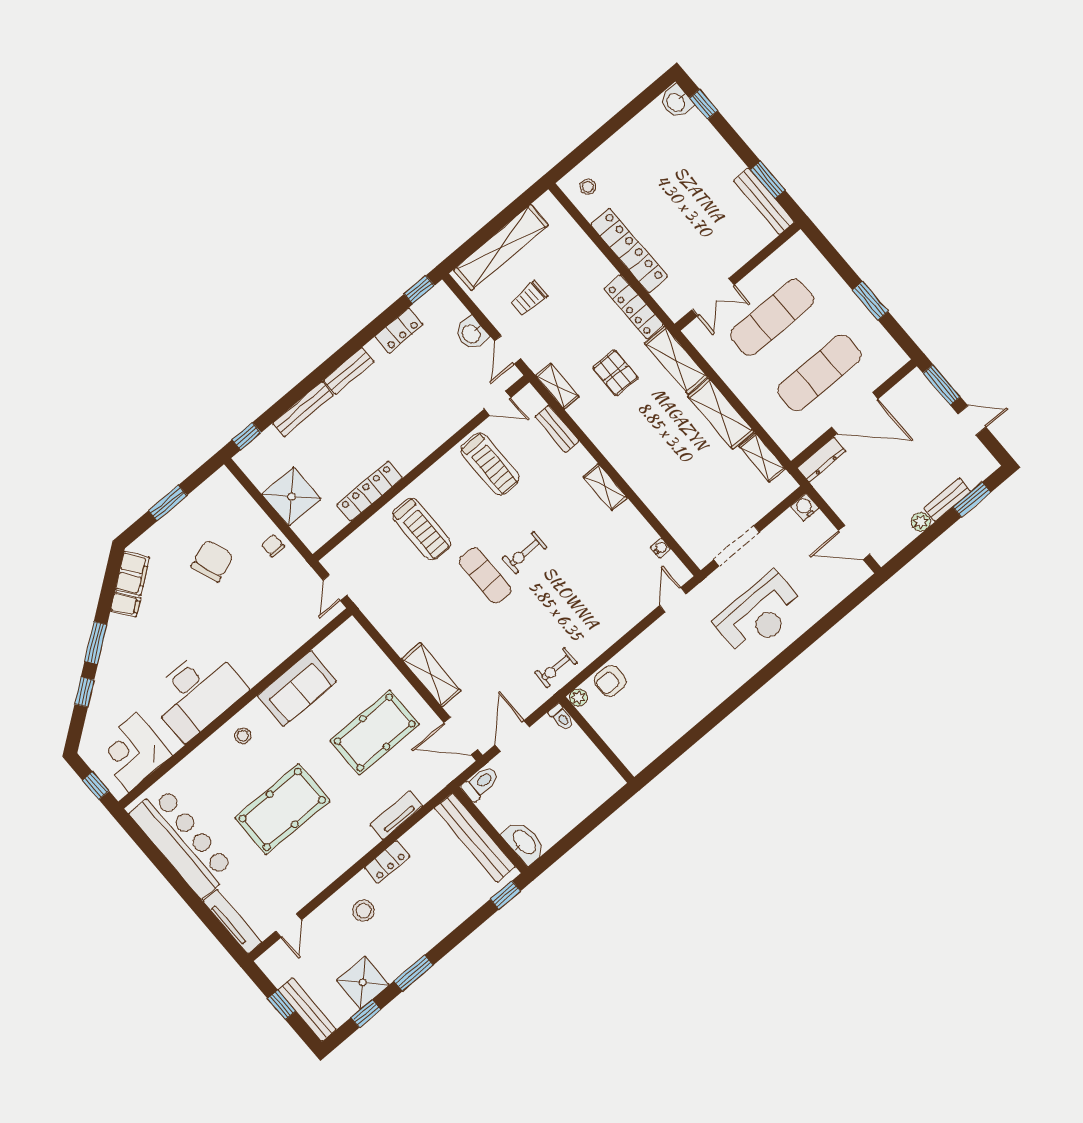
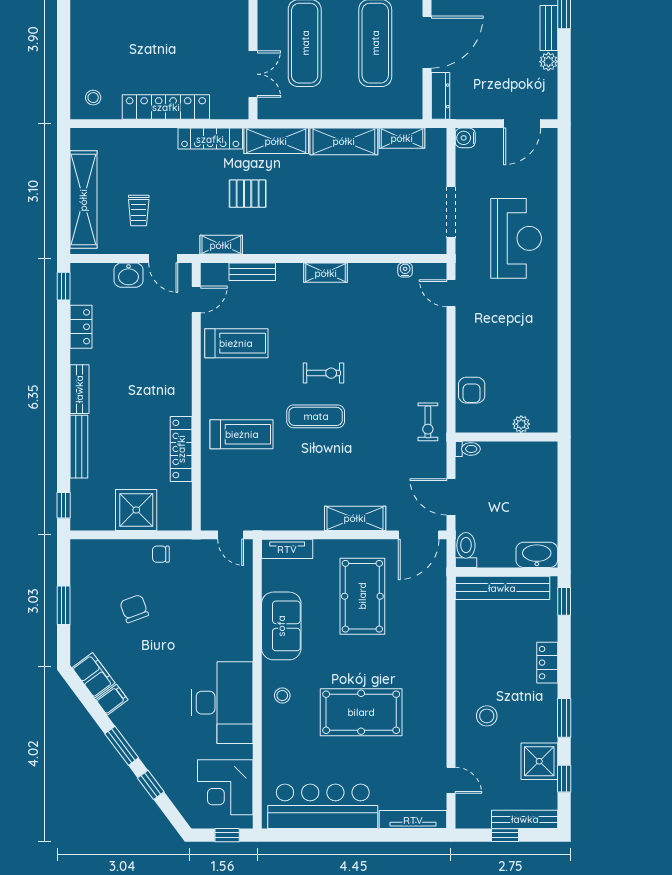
exercise bike: (525, 553) -> (324, 373), turned -90
chair: (212, 561) -> (134, 609), width x0.73, depth x0.73
plant: (578, 697) -> (521, 424), moved
pool table: (282, 809) -> (361, 712), turned 90
tv unit: (396, 815) -> (287, 549), moved, turned -90
locker: (387, 862) -> (547, 663), moved, turned 180

